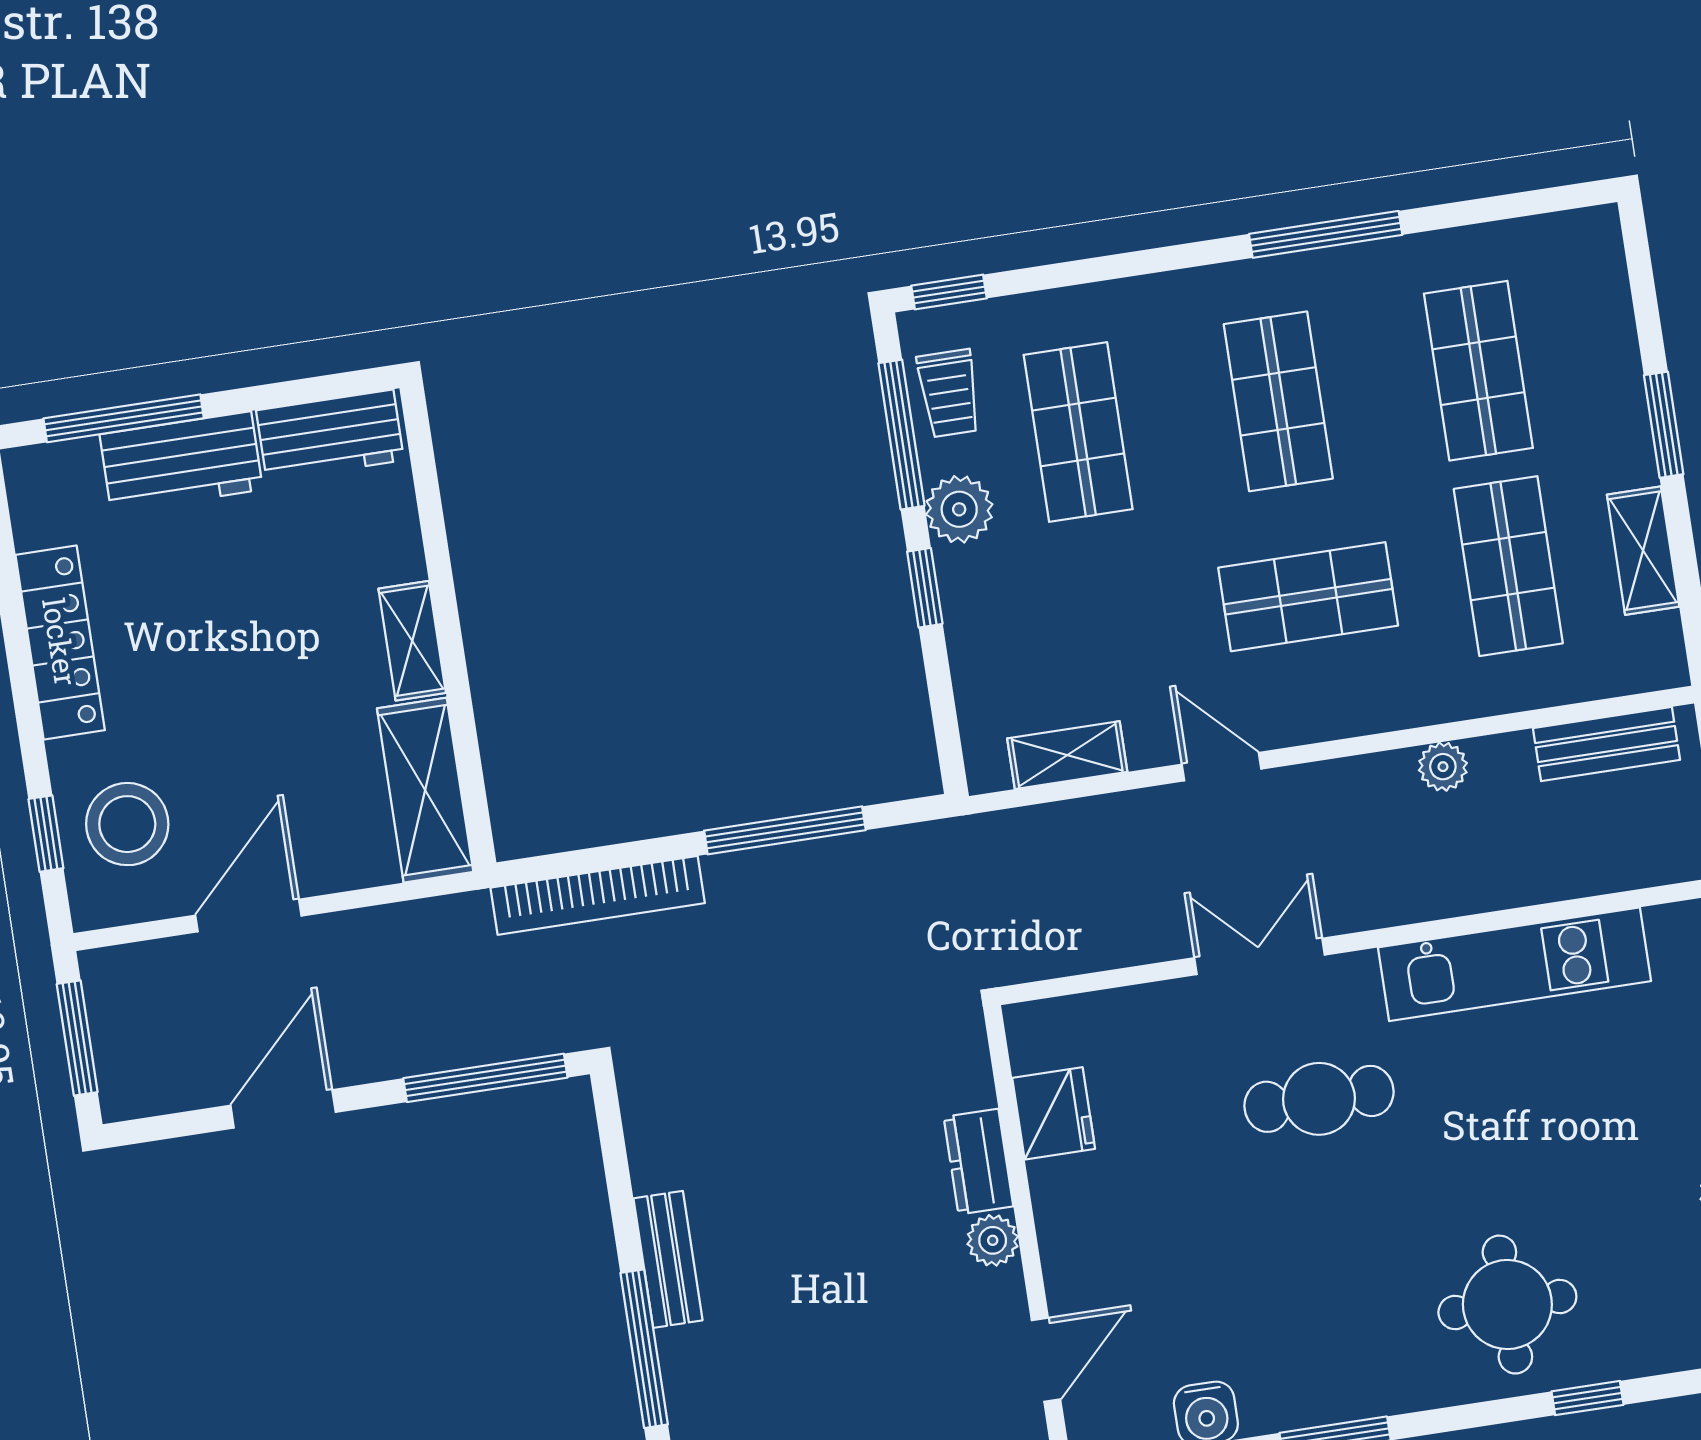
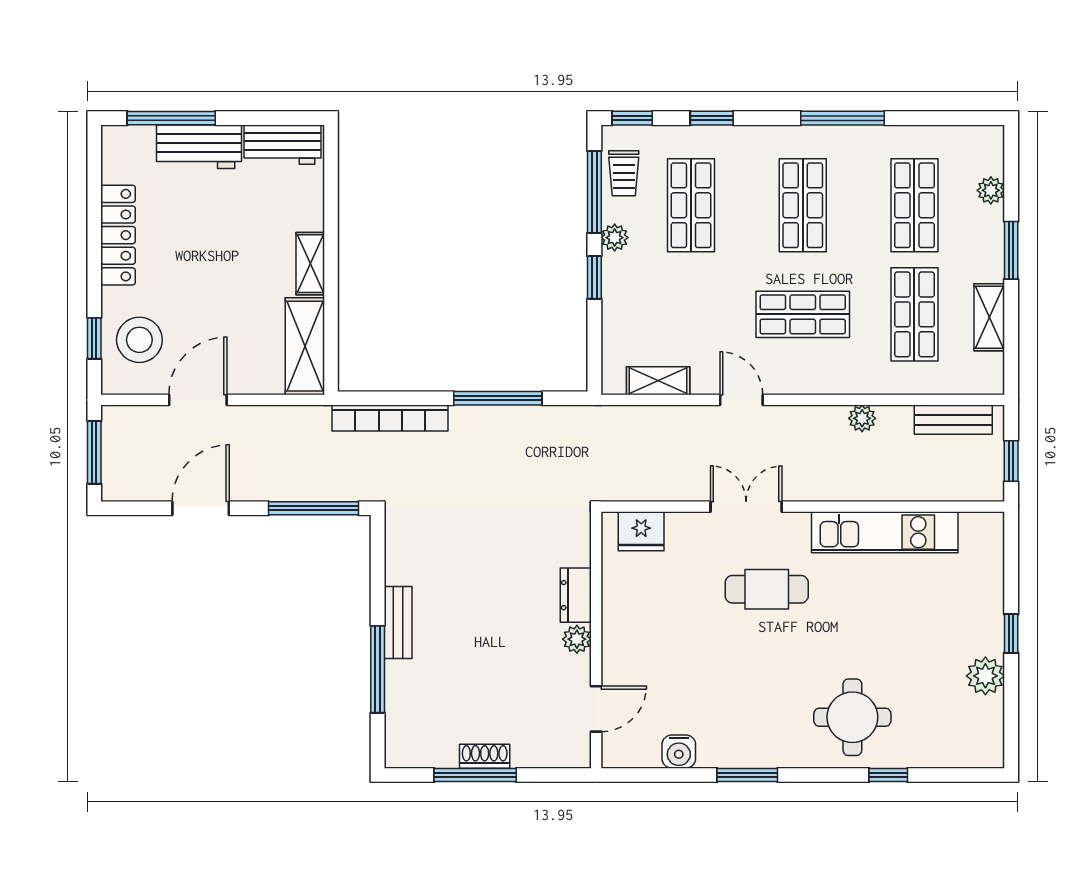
window: (1091, 270) -> (712, 118), added
plant: (1611, 323) -> (991, 190), added
plant: (959, 509) -> (615, 238), width x0.73, depth x0.73
fridge: (1054, 1113) -> (641, 531), moved, turned 90

